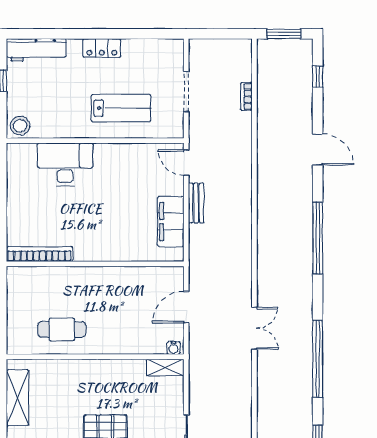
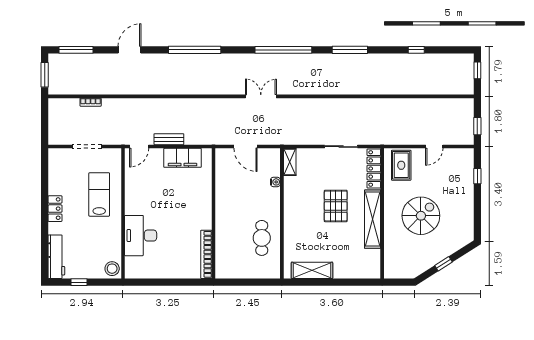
window: (318, 77) -> (76, 50), width x2.17
water cooler: (174, 348) -> (275, 182), moved

